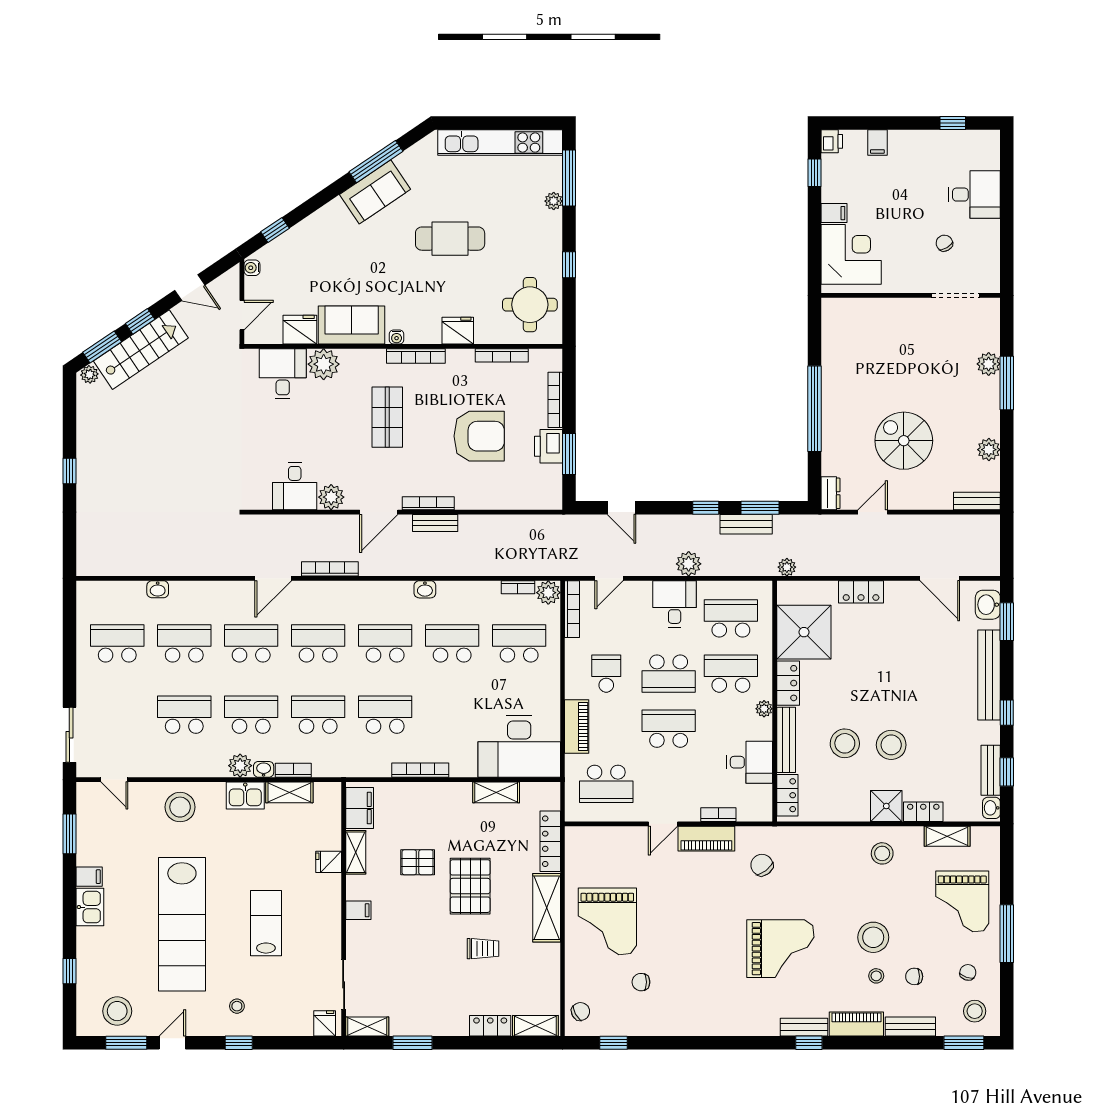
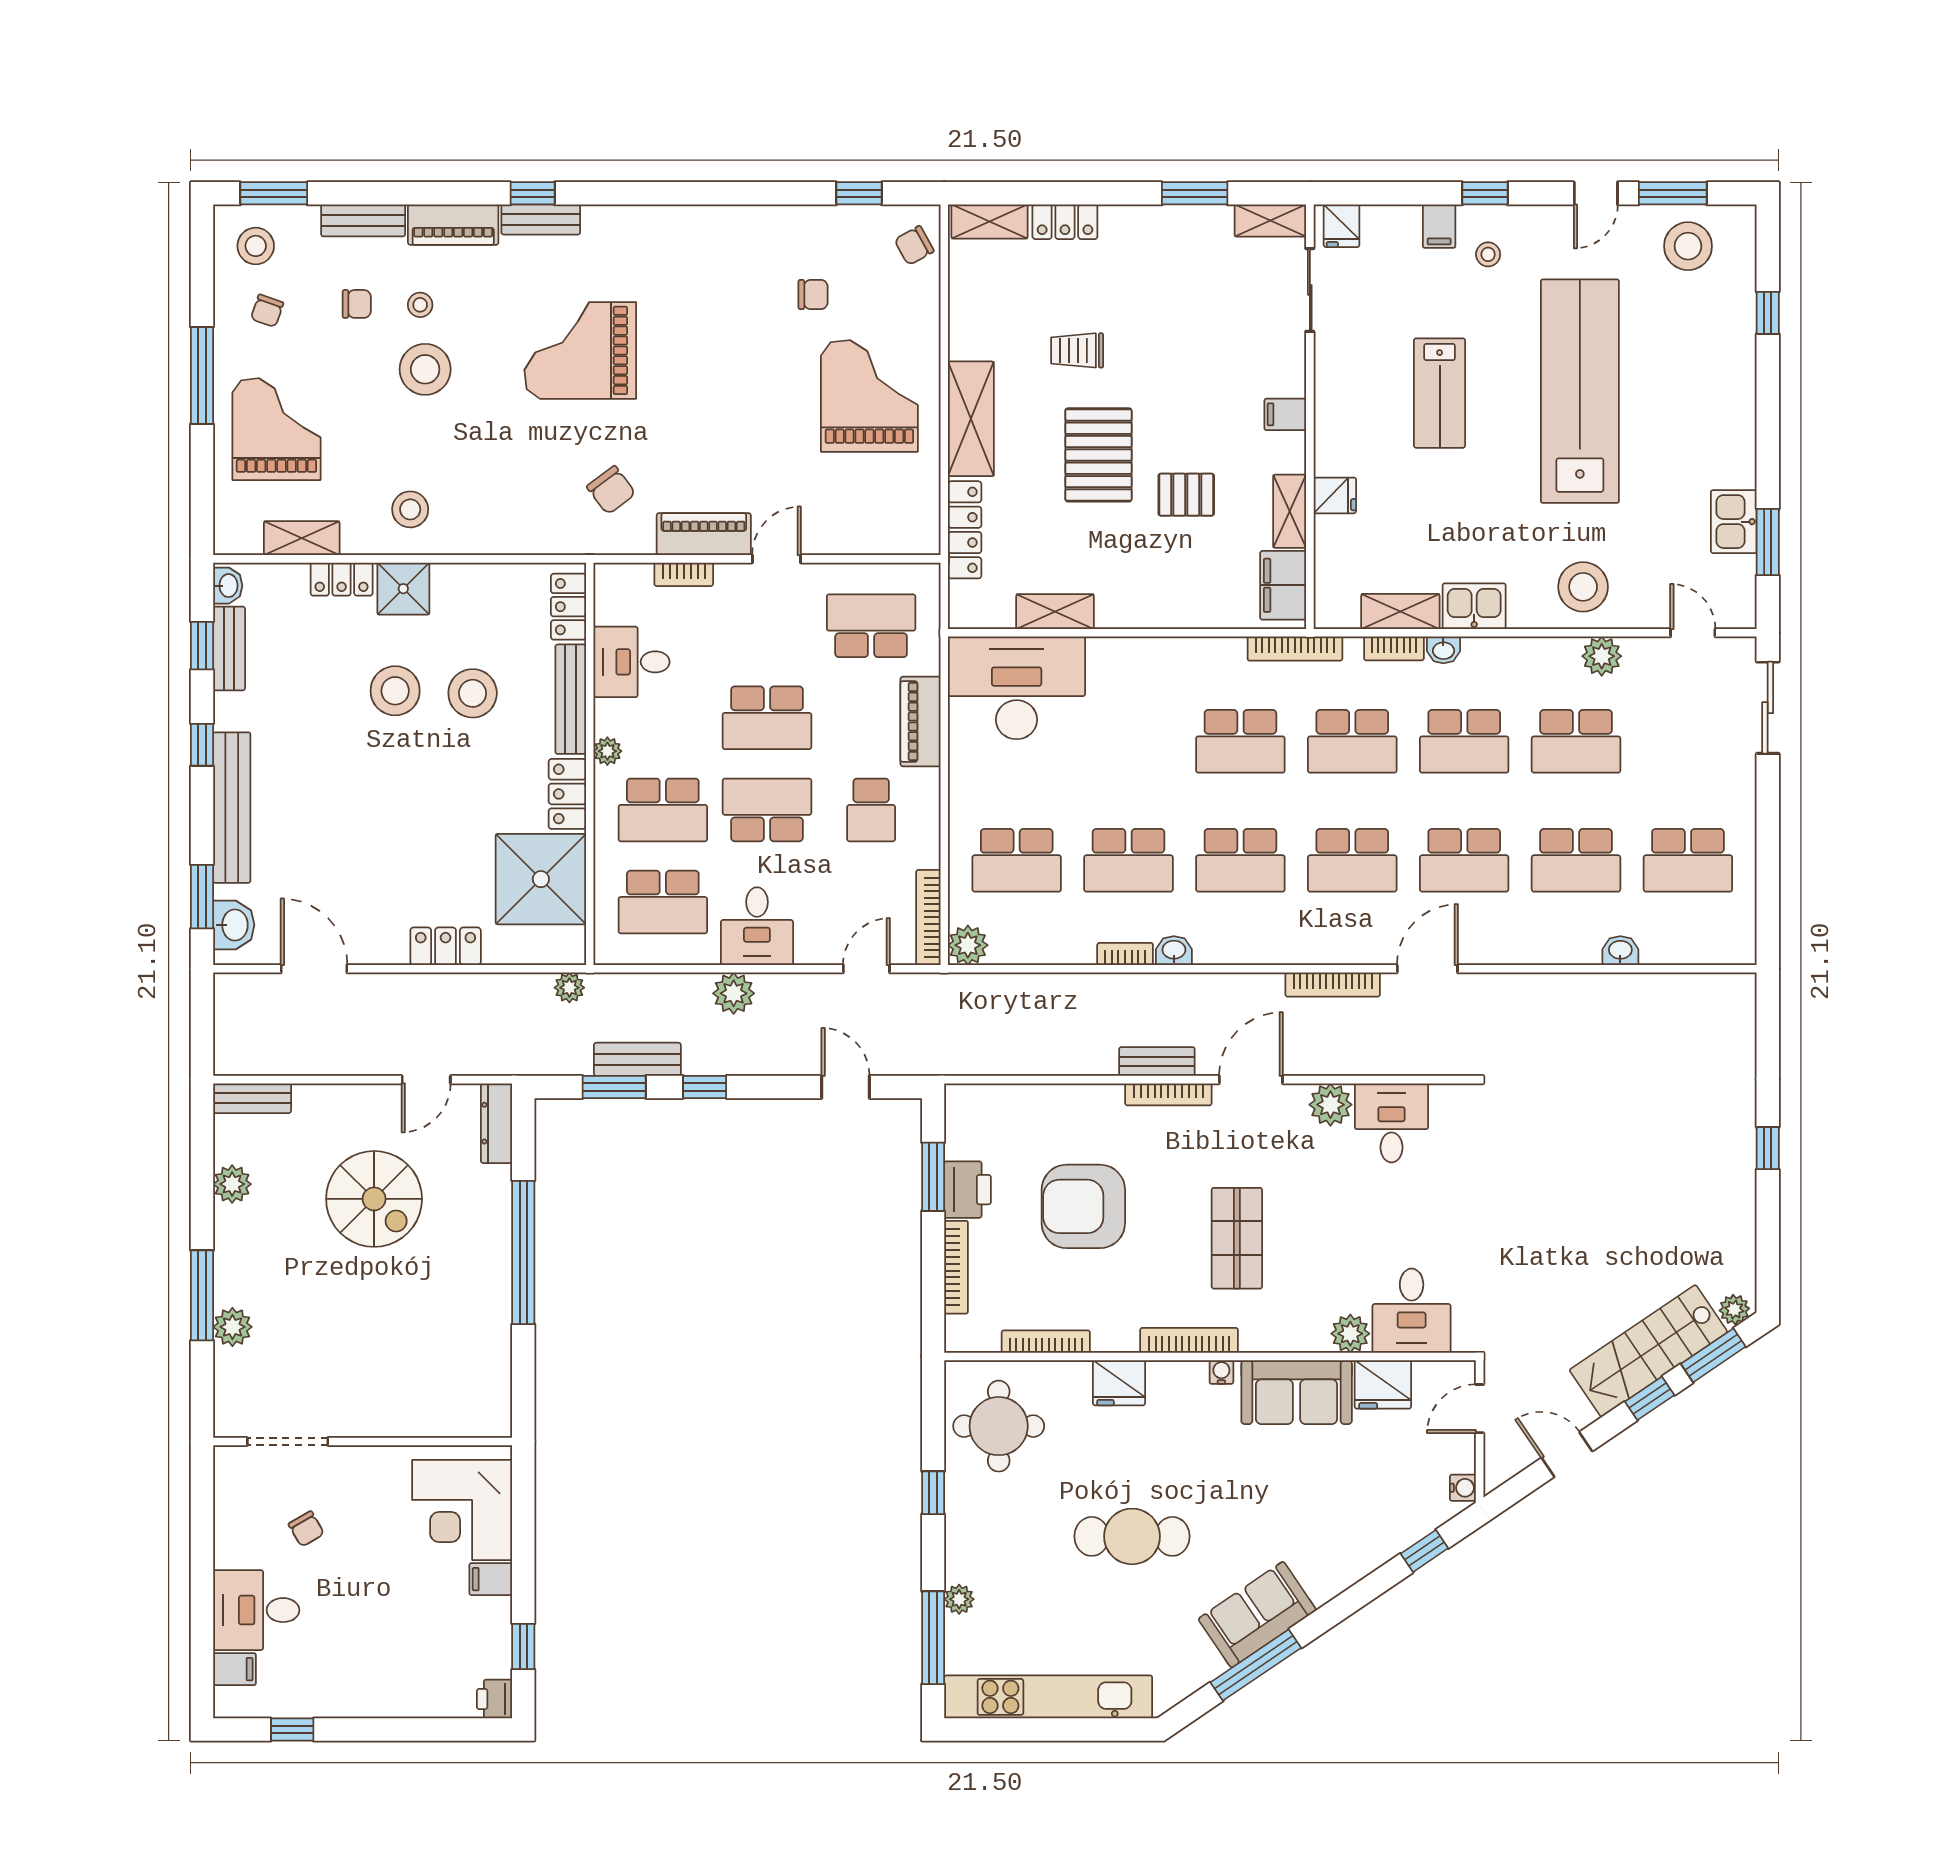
filing cabinet: (877, 142) -> (235, 1669), moved, turned 90
plant: (324, 364) -> (1350, 1334), width x0.73, depth x0.73
dresser: (830, 493) -> (497, 1123), width x1.44
bookcase: (518, 587) -> (1125, 954), moved
plant: (240, 766) -> (1602, 656), moved
bookcase: (420, 770) -> (1295, 649), moved
filing cabinet: (89, 877) -> (1439, 226), moved, turned -90
kitchen sink: (90, 907) -> (1734, 522), moved

